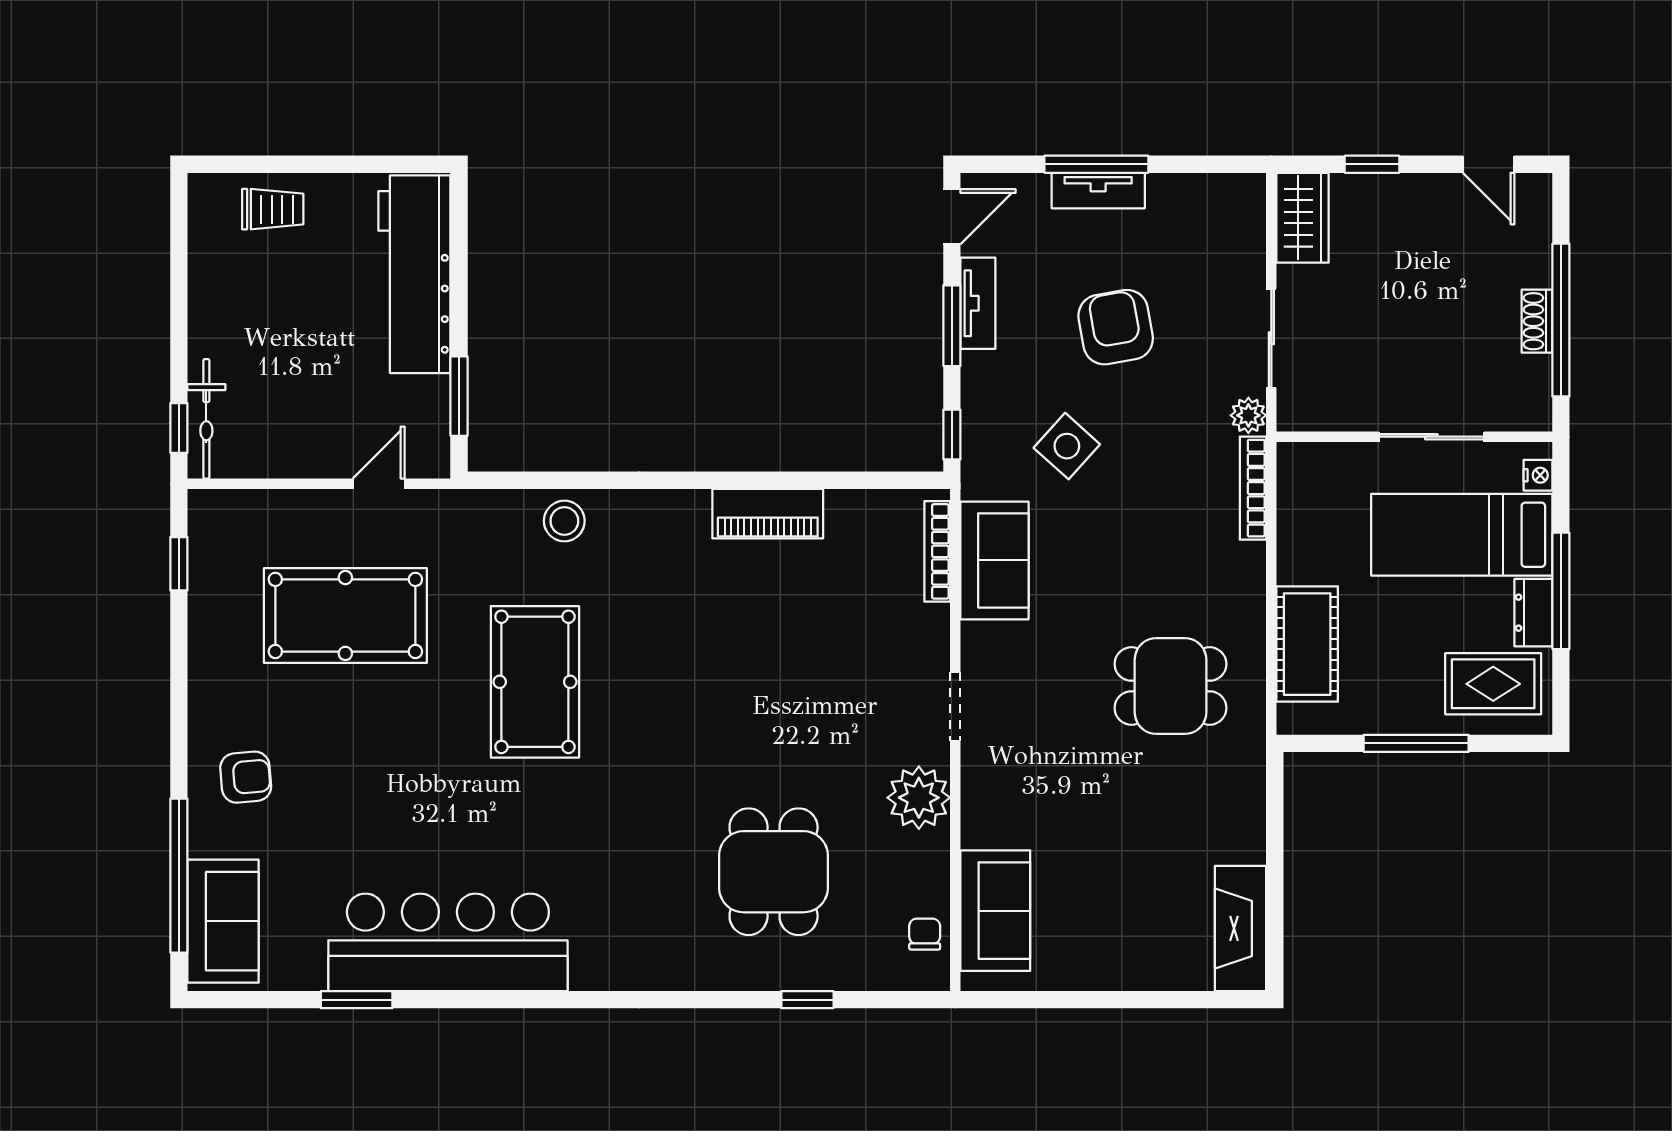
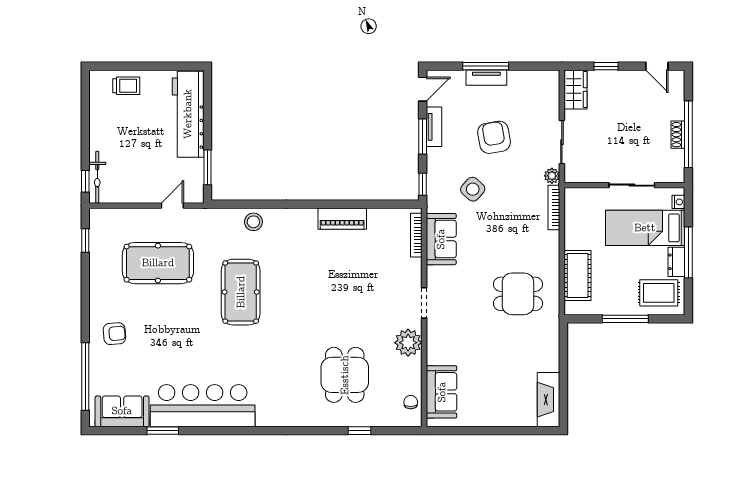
sofa: (223, 921) -> (122, 411), moved, turned -90

